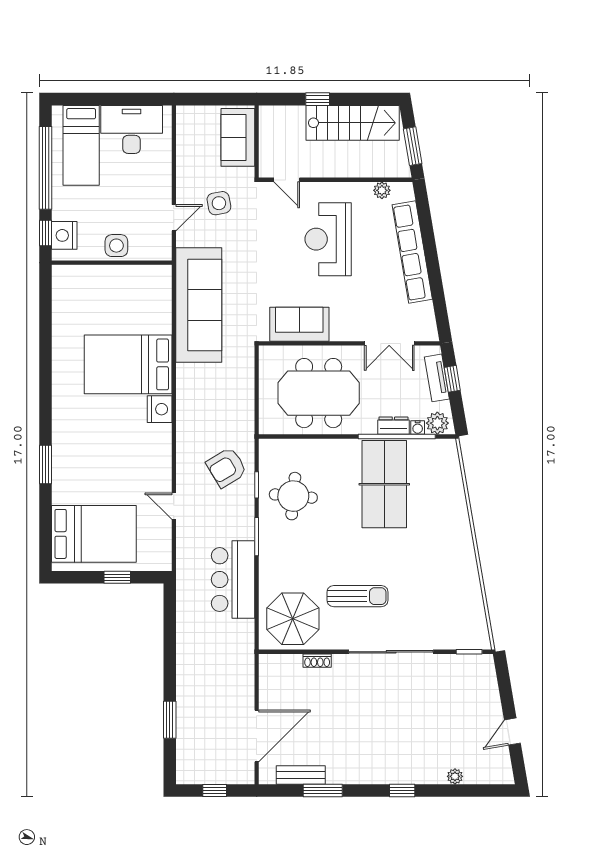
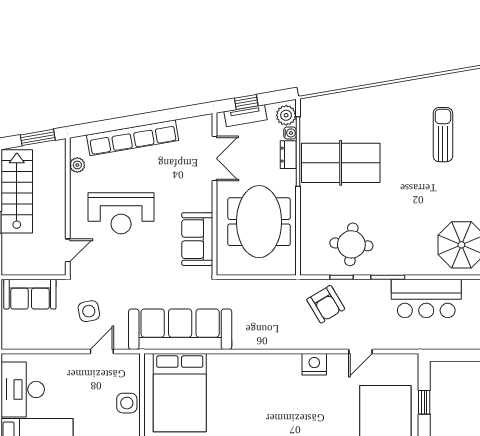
door: (174, 218) -> (102, 352), hinge flipped
bed: (128, 364) -> (180, 393), moved
nightstand: (160, 409) -> (314, 364), moved
sun lounger: (357, 596) -> (443, 135), moved

